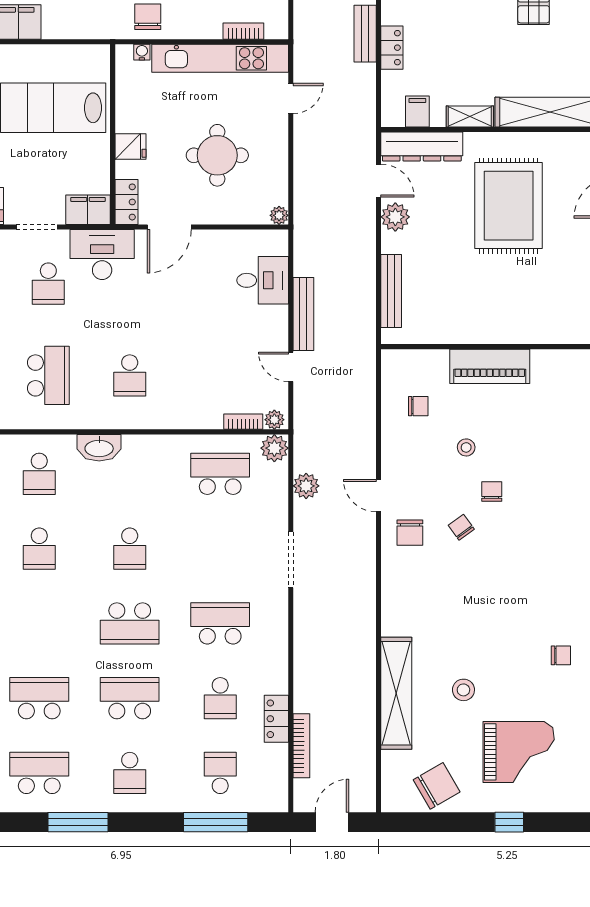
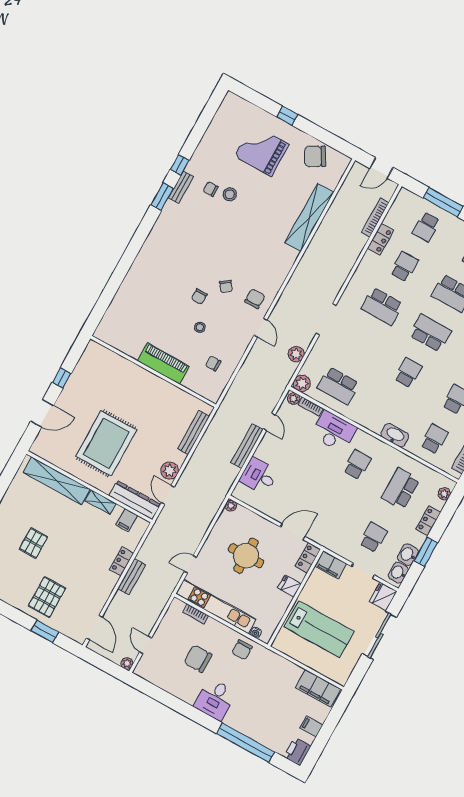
desk: (102, 255) -> (334, 432), moved, turned 180
stool: (463, 690) -> (230, 194), moved

